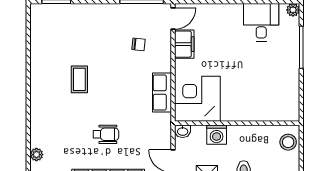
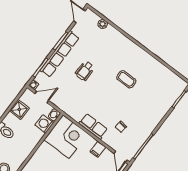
filing cabinet: (184, 44) -> (98, 149), width x0.50
row of seats: (162, 92) -> (93, 126), moved
washing machine: (217, 135) -> (44, 124), moved

